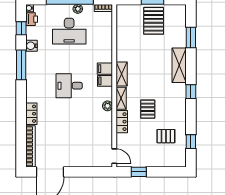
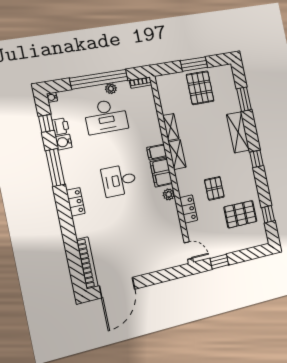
printer: (32, 19) -> (61, 126), moved
filing cabinet: (105, 81) -> (161, 173), width x2.00
shelving: (121, 98) -> (171, 127), moved
locker: (31, 114) -> (76, 202), moved
pallet: (166, 136) -> (240, 214), width x1.50, depth x1.42

